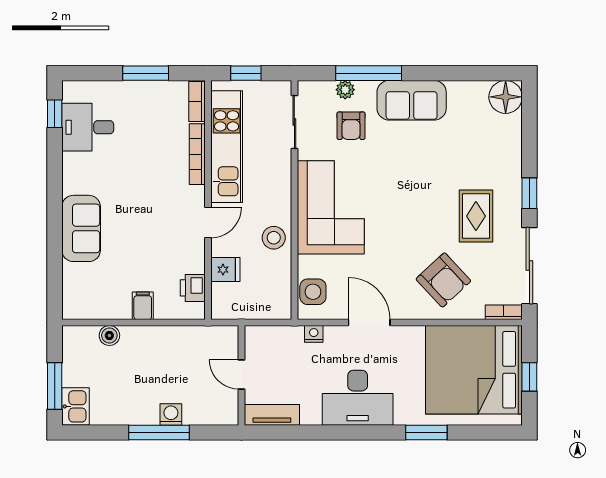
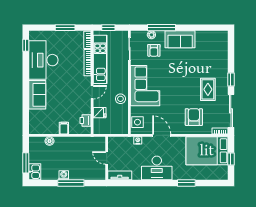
floor lamp: (506, 97) -> (221, 38), removed
desk: (88, 127) -> (43, 60), width x1.87, depth x1.30
armchair: (443, 280) -> (194, 117), turned -137
bed: (474, 370) -> (207, 151), width x0.73
washing machine: (171, 415) -> (64, 175), moved

